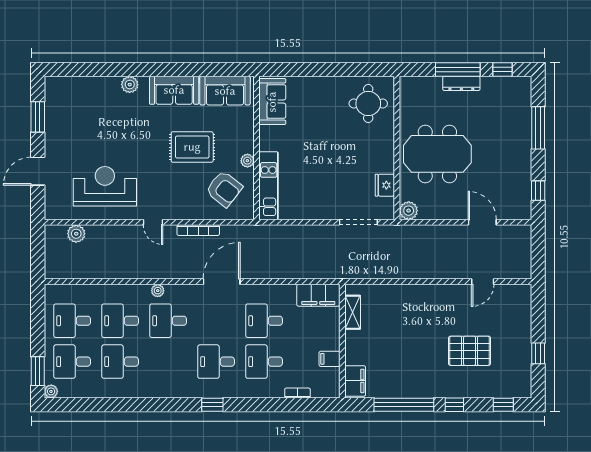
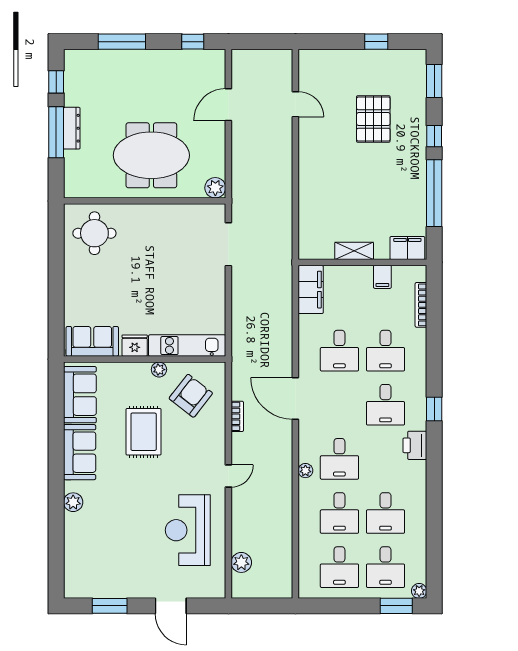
meeting table: (437, 154) -> (151, 155), turned 90
fridge: (385, 185) -> (135, 346), moved, turned 180
bookcase: (198, 230) -> (237, 416), width x0.64
shelving: (353, 312) -> (354, 251), moved
printer: (180, 388) -> (415, 445), added
bookcase: (298, 393) -> (421, 305), width x1.56
window: (503, 405) -> (434, 81), width x1.50

